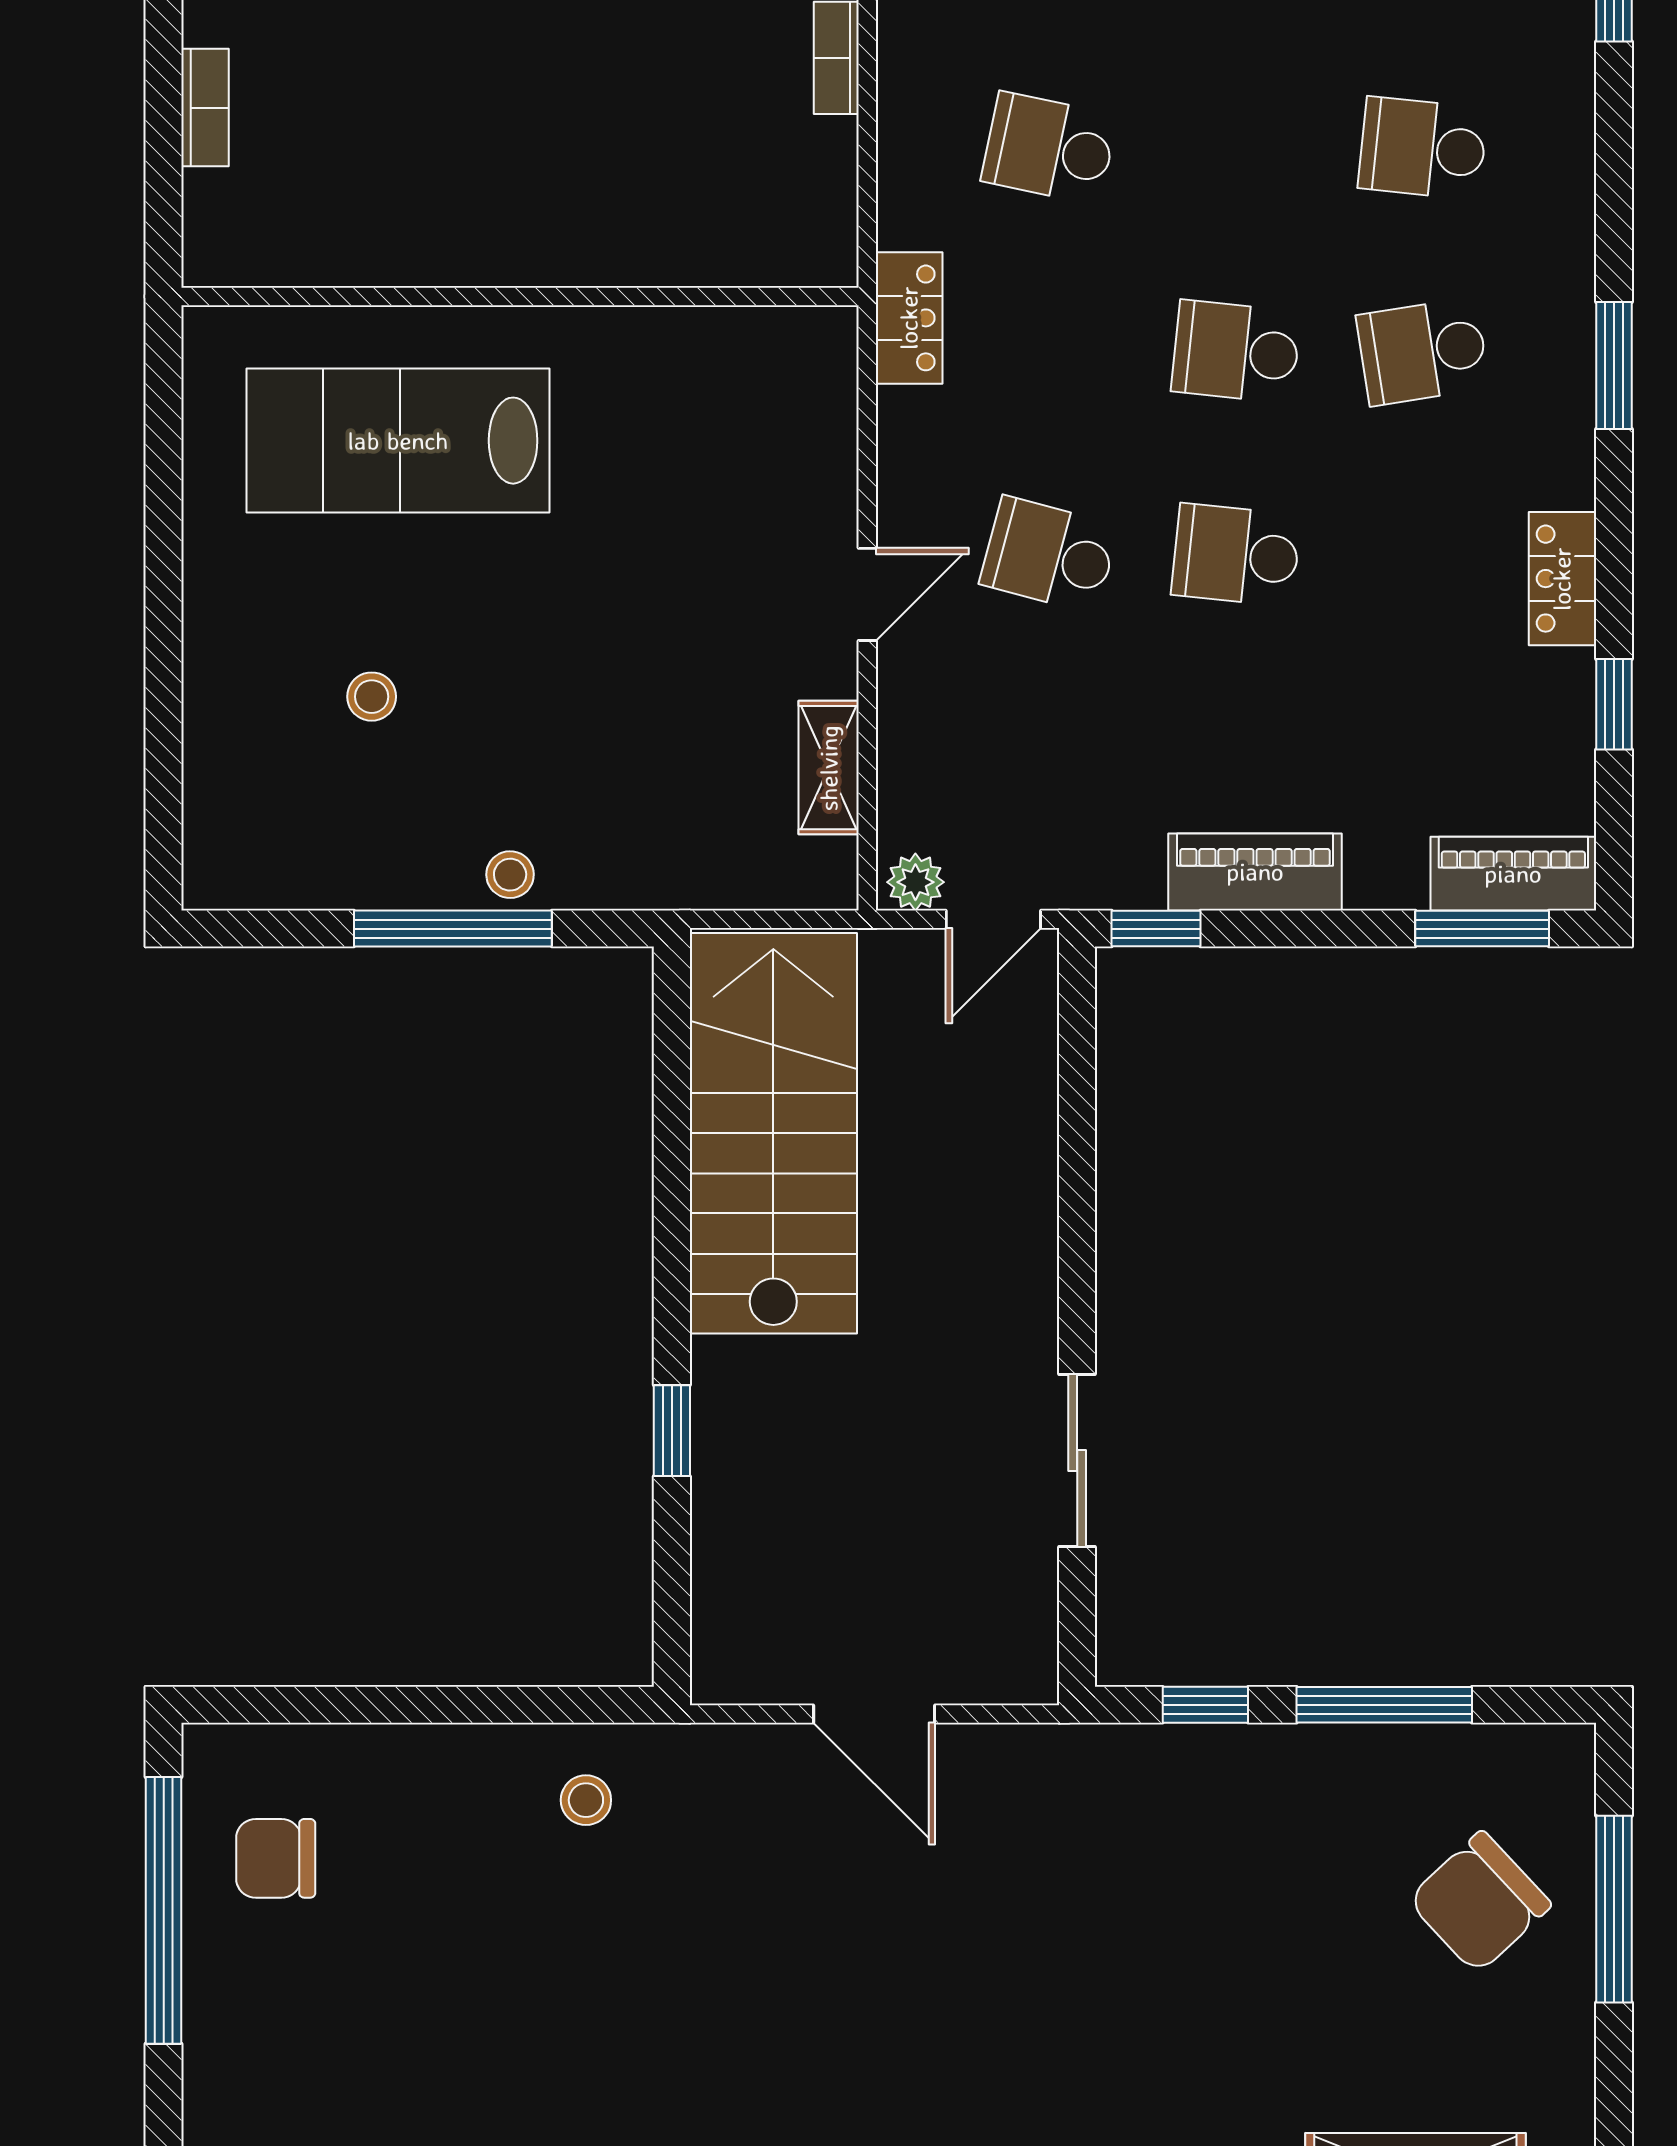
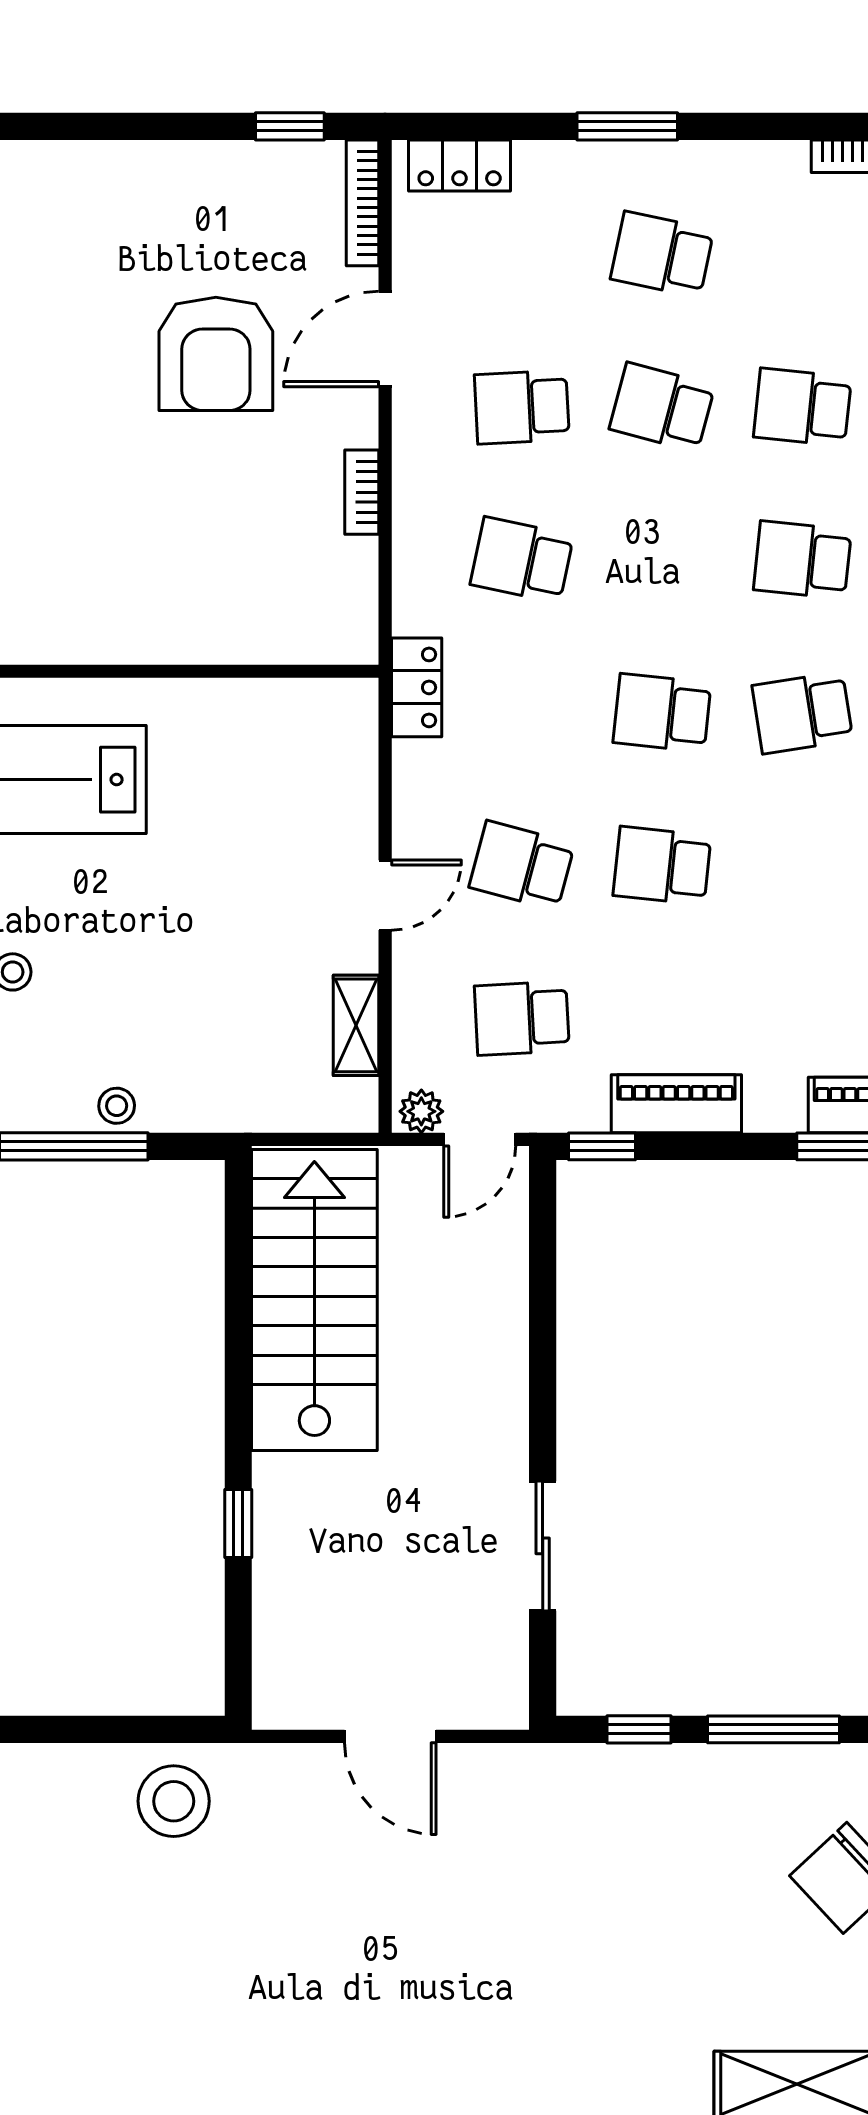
school desk: (1049, 758) -> (522, 1018), added
stool: (586, 1800) -> (174, 1801), width x1.89, depth x1.89

